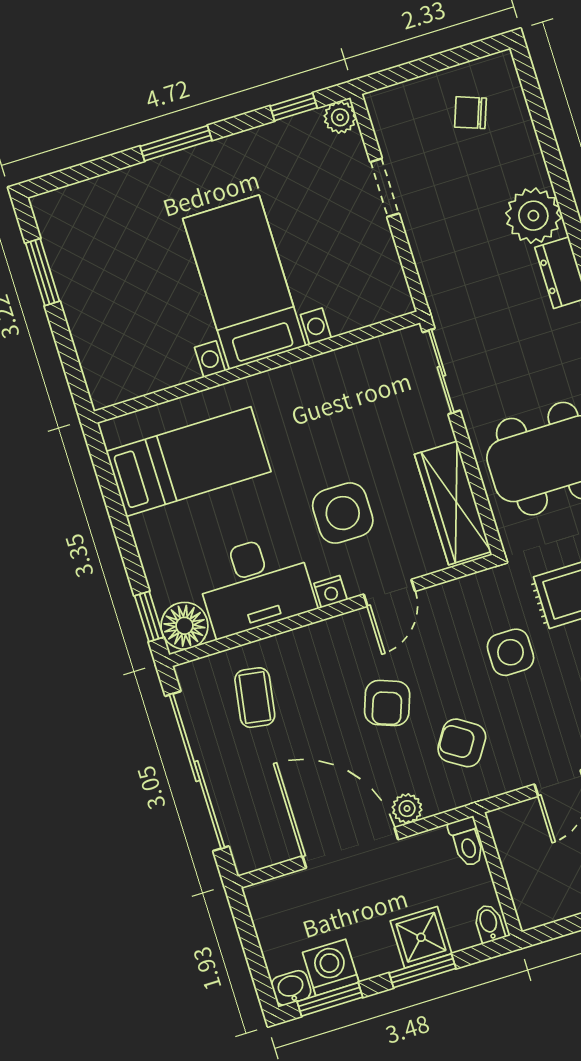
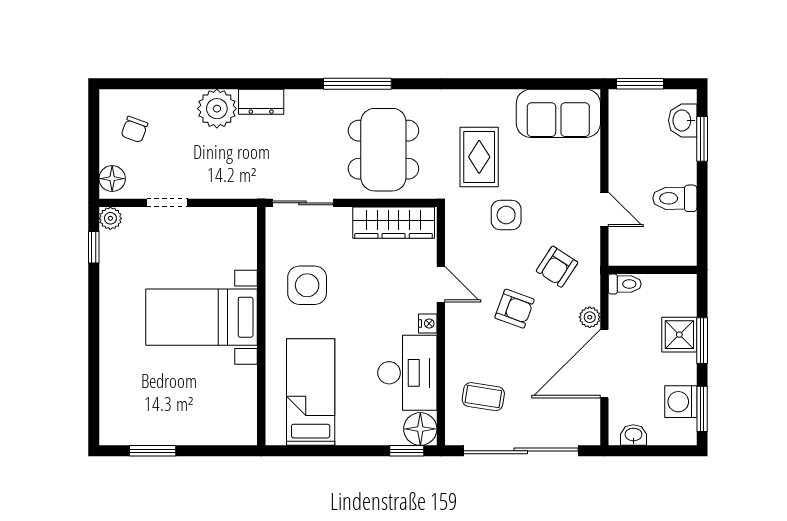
floor lamp: (395, 103) -> (112, 179), added
window: (176, 143) -> (94, 334), removed
side table: (343, 513) -> (307, 285), moved
bidet: (489, 923) -> (684, 286), removed
washbasin: (291, 988) -> (633, 435), moved, turned 90

